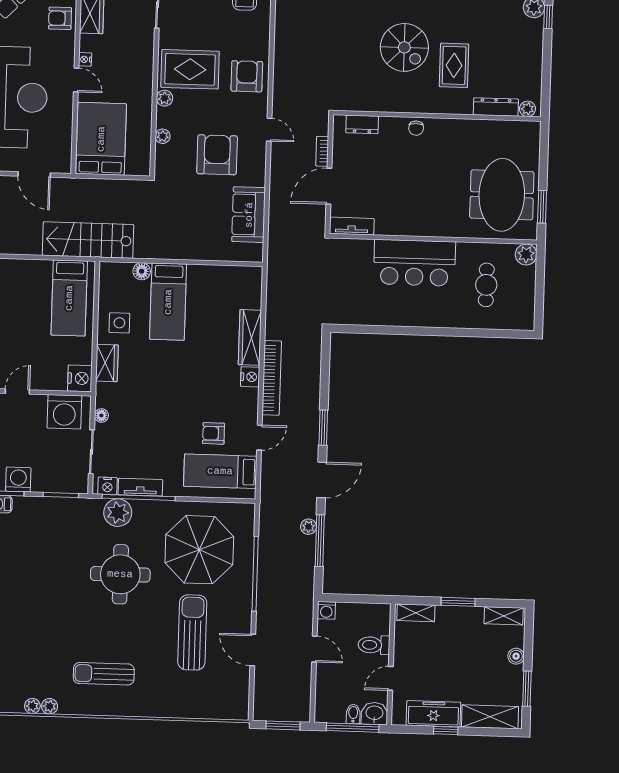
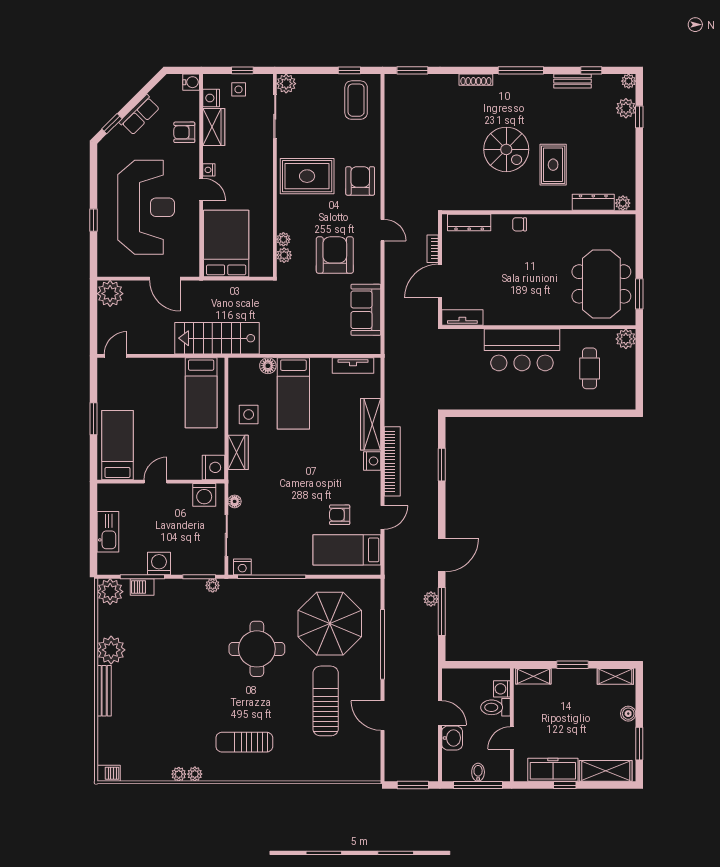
plant: (165, 98) -> (284, 255), moved
dresser: (362, 124) -> (469, 222), width x1.44
chair: (416, 128) -> (520, 224), turned 90
washing machine: (64, 412) -> (204, 495), width x0.73, depth x0.73
window: (323, 428) -> (442, 465), moved
tv unit: (140, 487) -> (353, 366), moved, turned 180
plant: (118, 513) -> (213, 585), moved, width x0.53, depth x0.53
washing machine: (326, 610) -> (502, 689), moved, turned 90
washbasin: (374, 713) -> (452, 738), moved, turned 90

